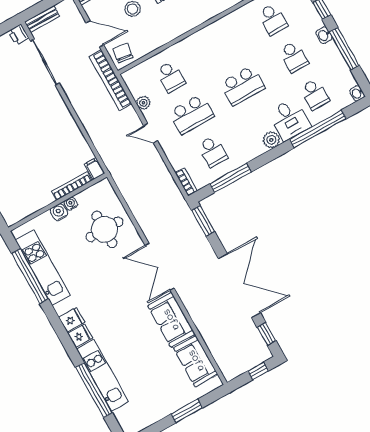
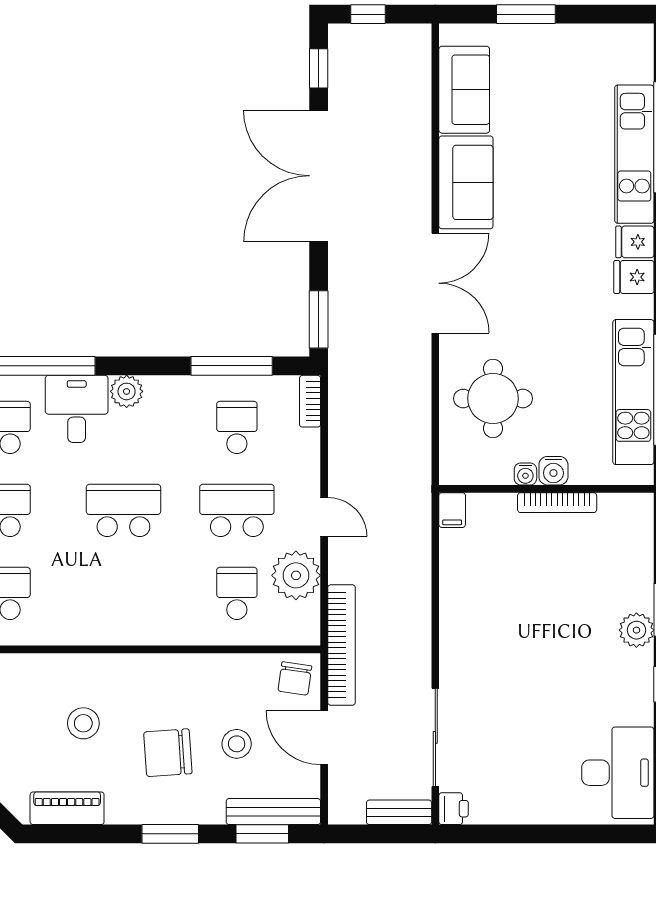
plant: (143, 103) -> (296, 575), width x1.88, depth x1.88
bookcase: (72, 186) -> (557, 503), moved

